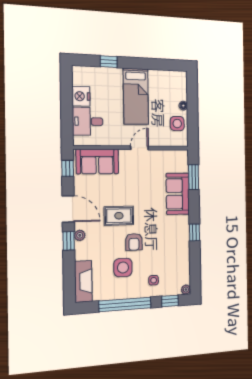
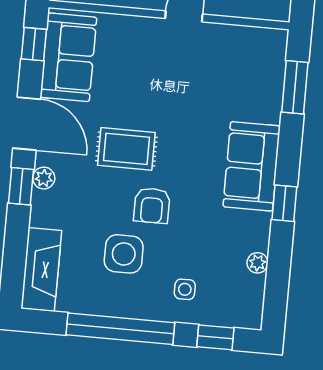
sofa: (97, 162) -> (68, 57), moved, turned -90
sofa: (178, 194) -> (252, 166), moved
plant: (186, 290) -> (257, 263), moved

